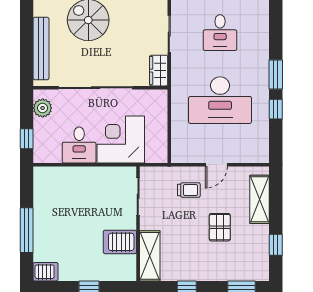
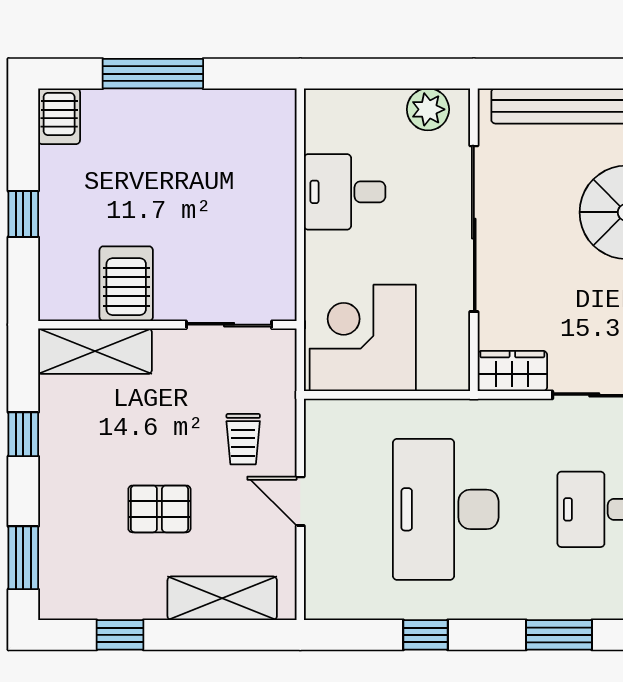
window: (276, 75) -> (559, 635), moved
window: (27, 139) -> (359, 74), removed
corner desk: (121, 139) -> (363, 338), moved, turned -90

